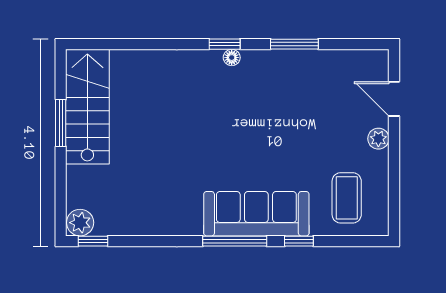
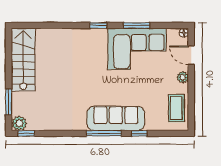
floor lamp: (232, 58) -> (184, 33), moved
corner sofa: (295, 87) -> (137, 49), added
window: (61, 123) -> (9, 102), moved
coffee table: (347, 198) -> (176, 108), moved

